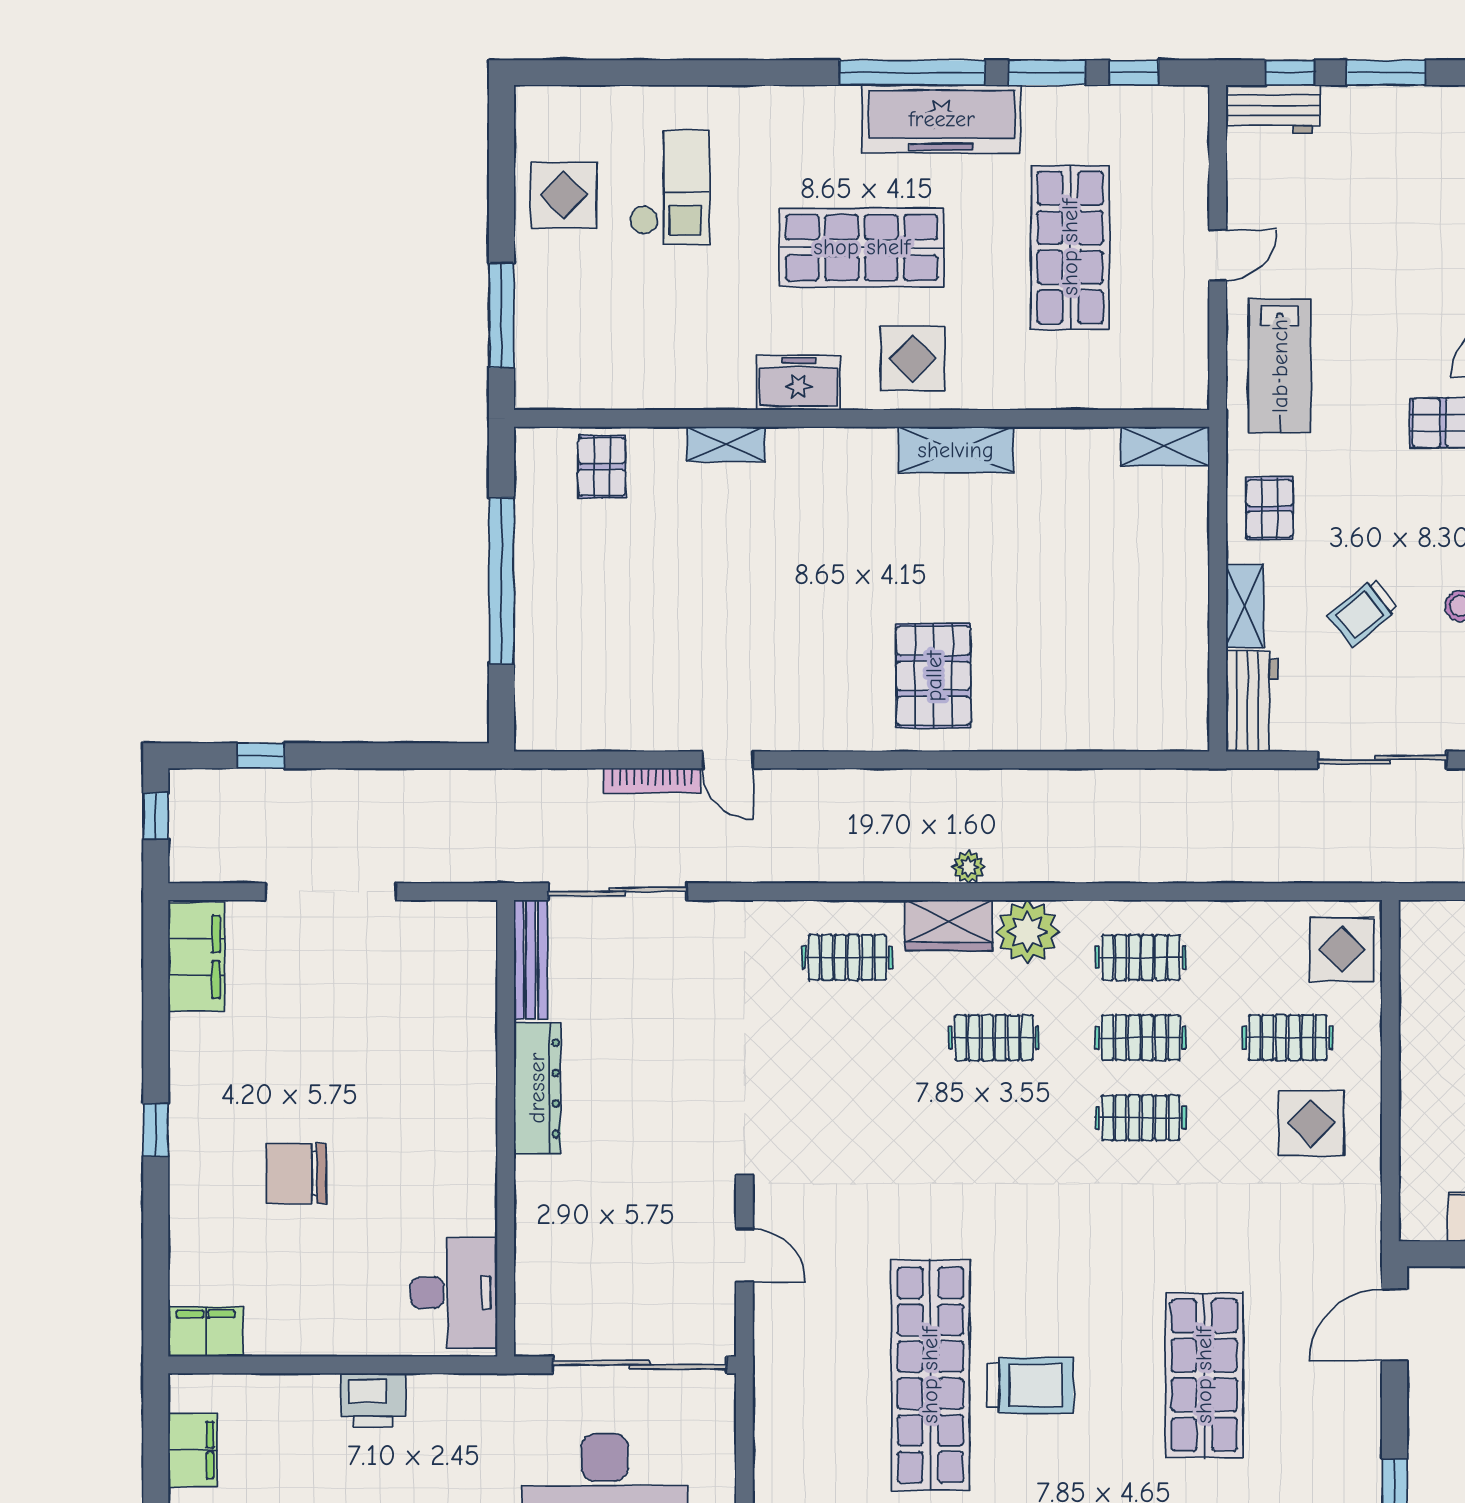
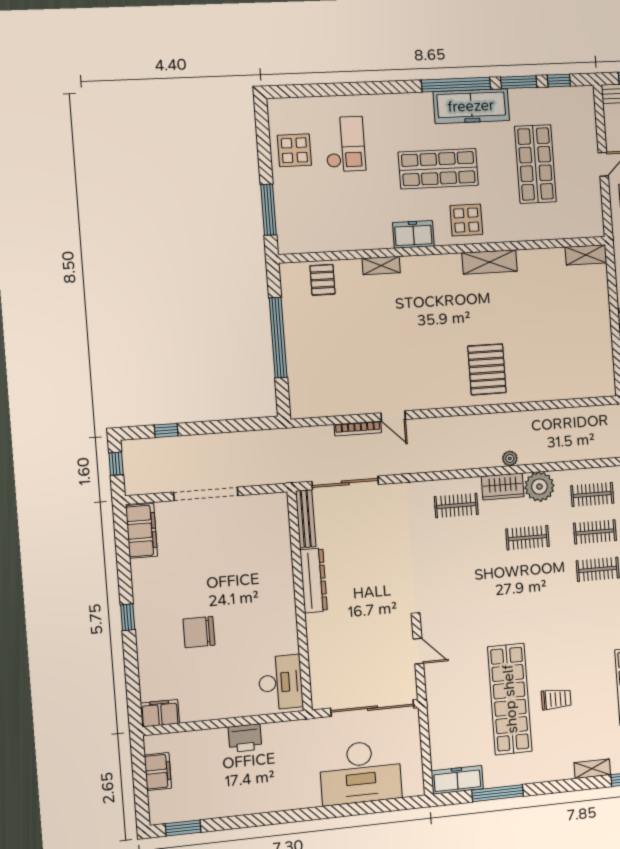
trolley: (1030, 1385) -> (556, 699), width x0.73, depth x0.72

